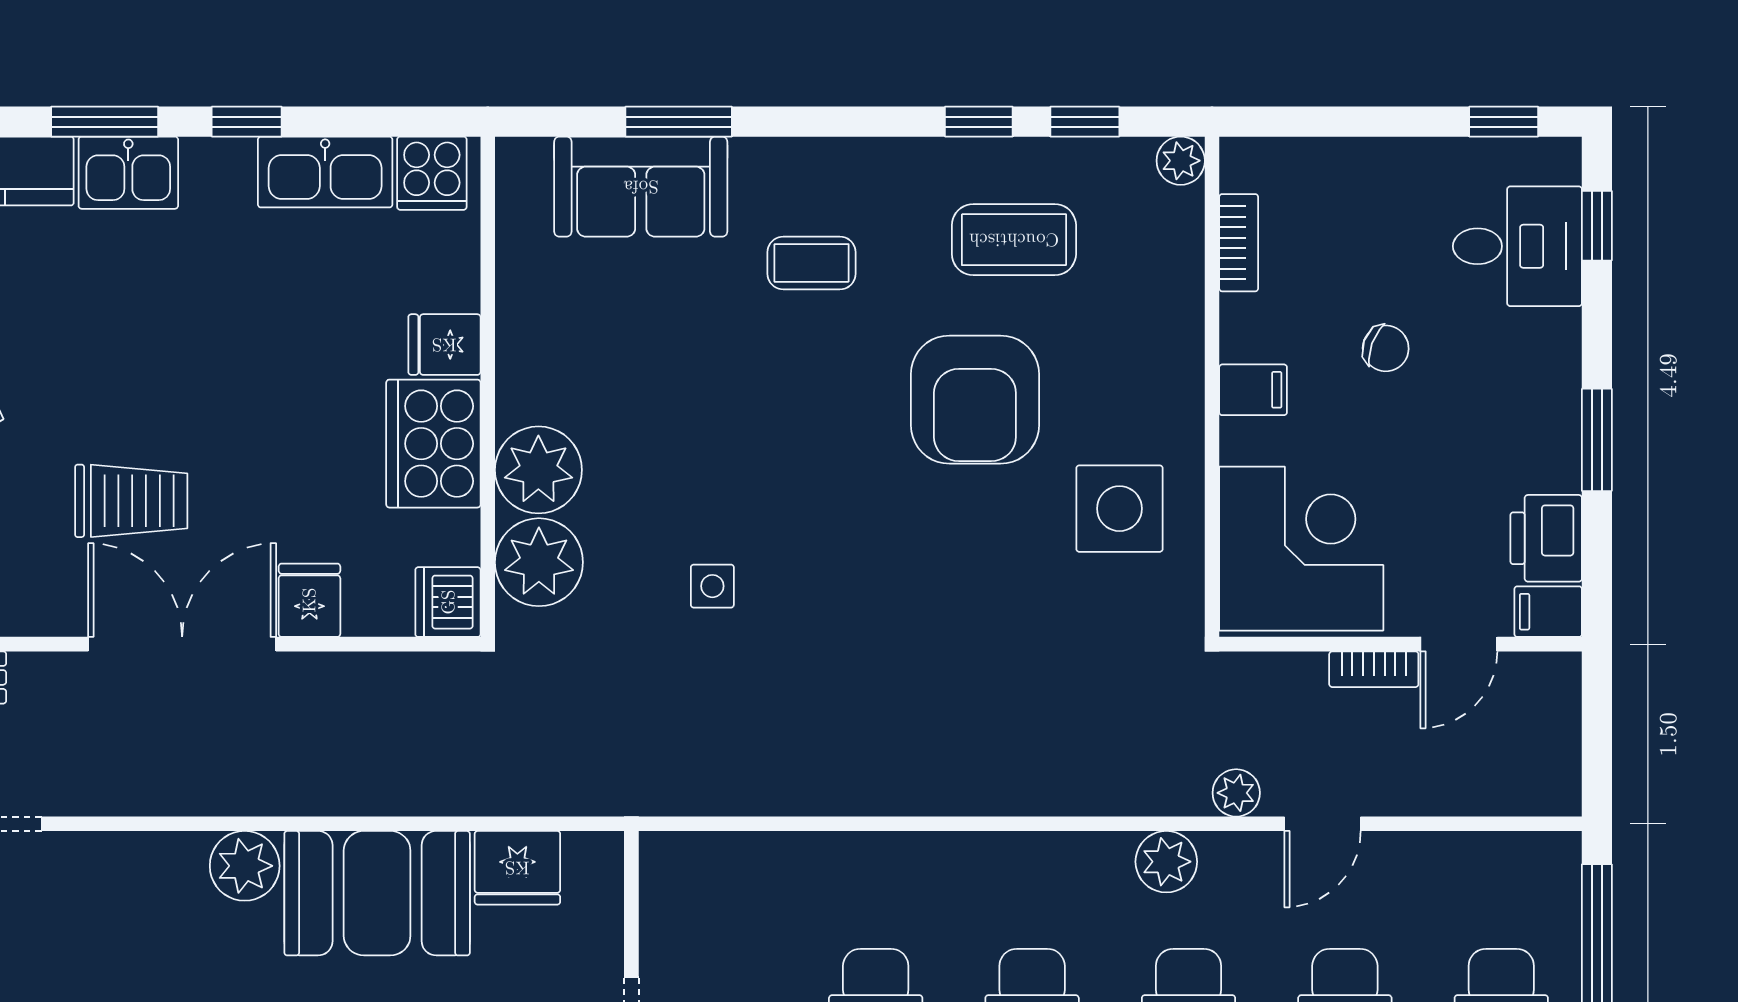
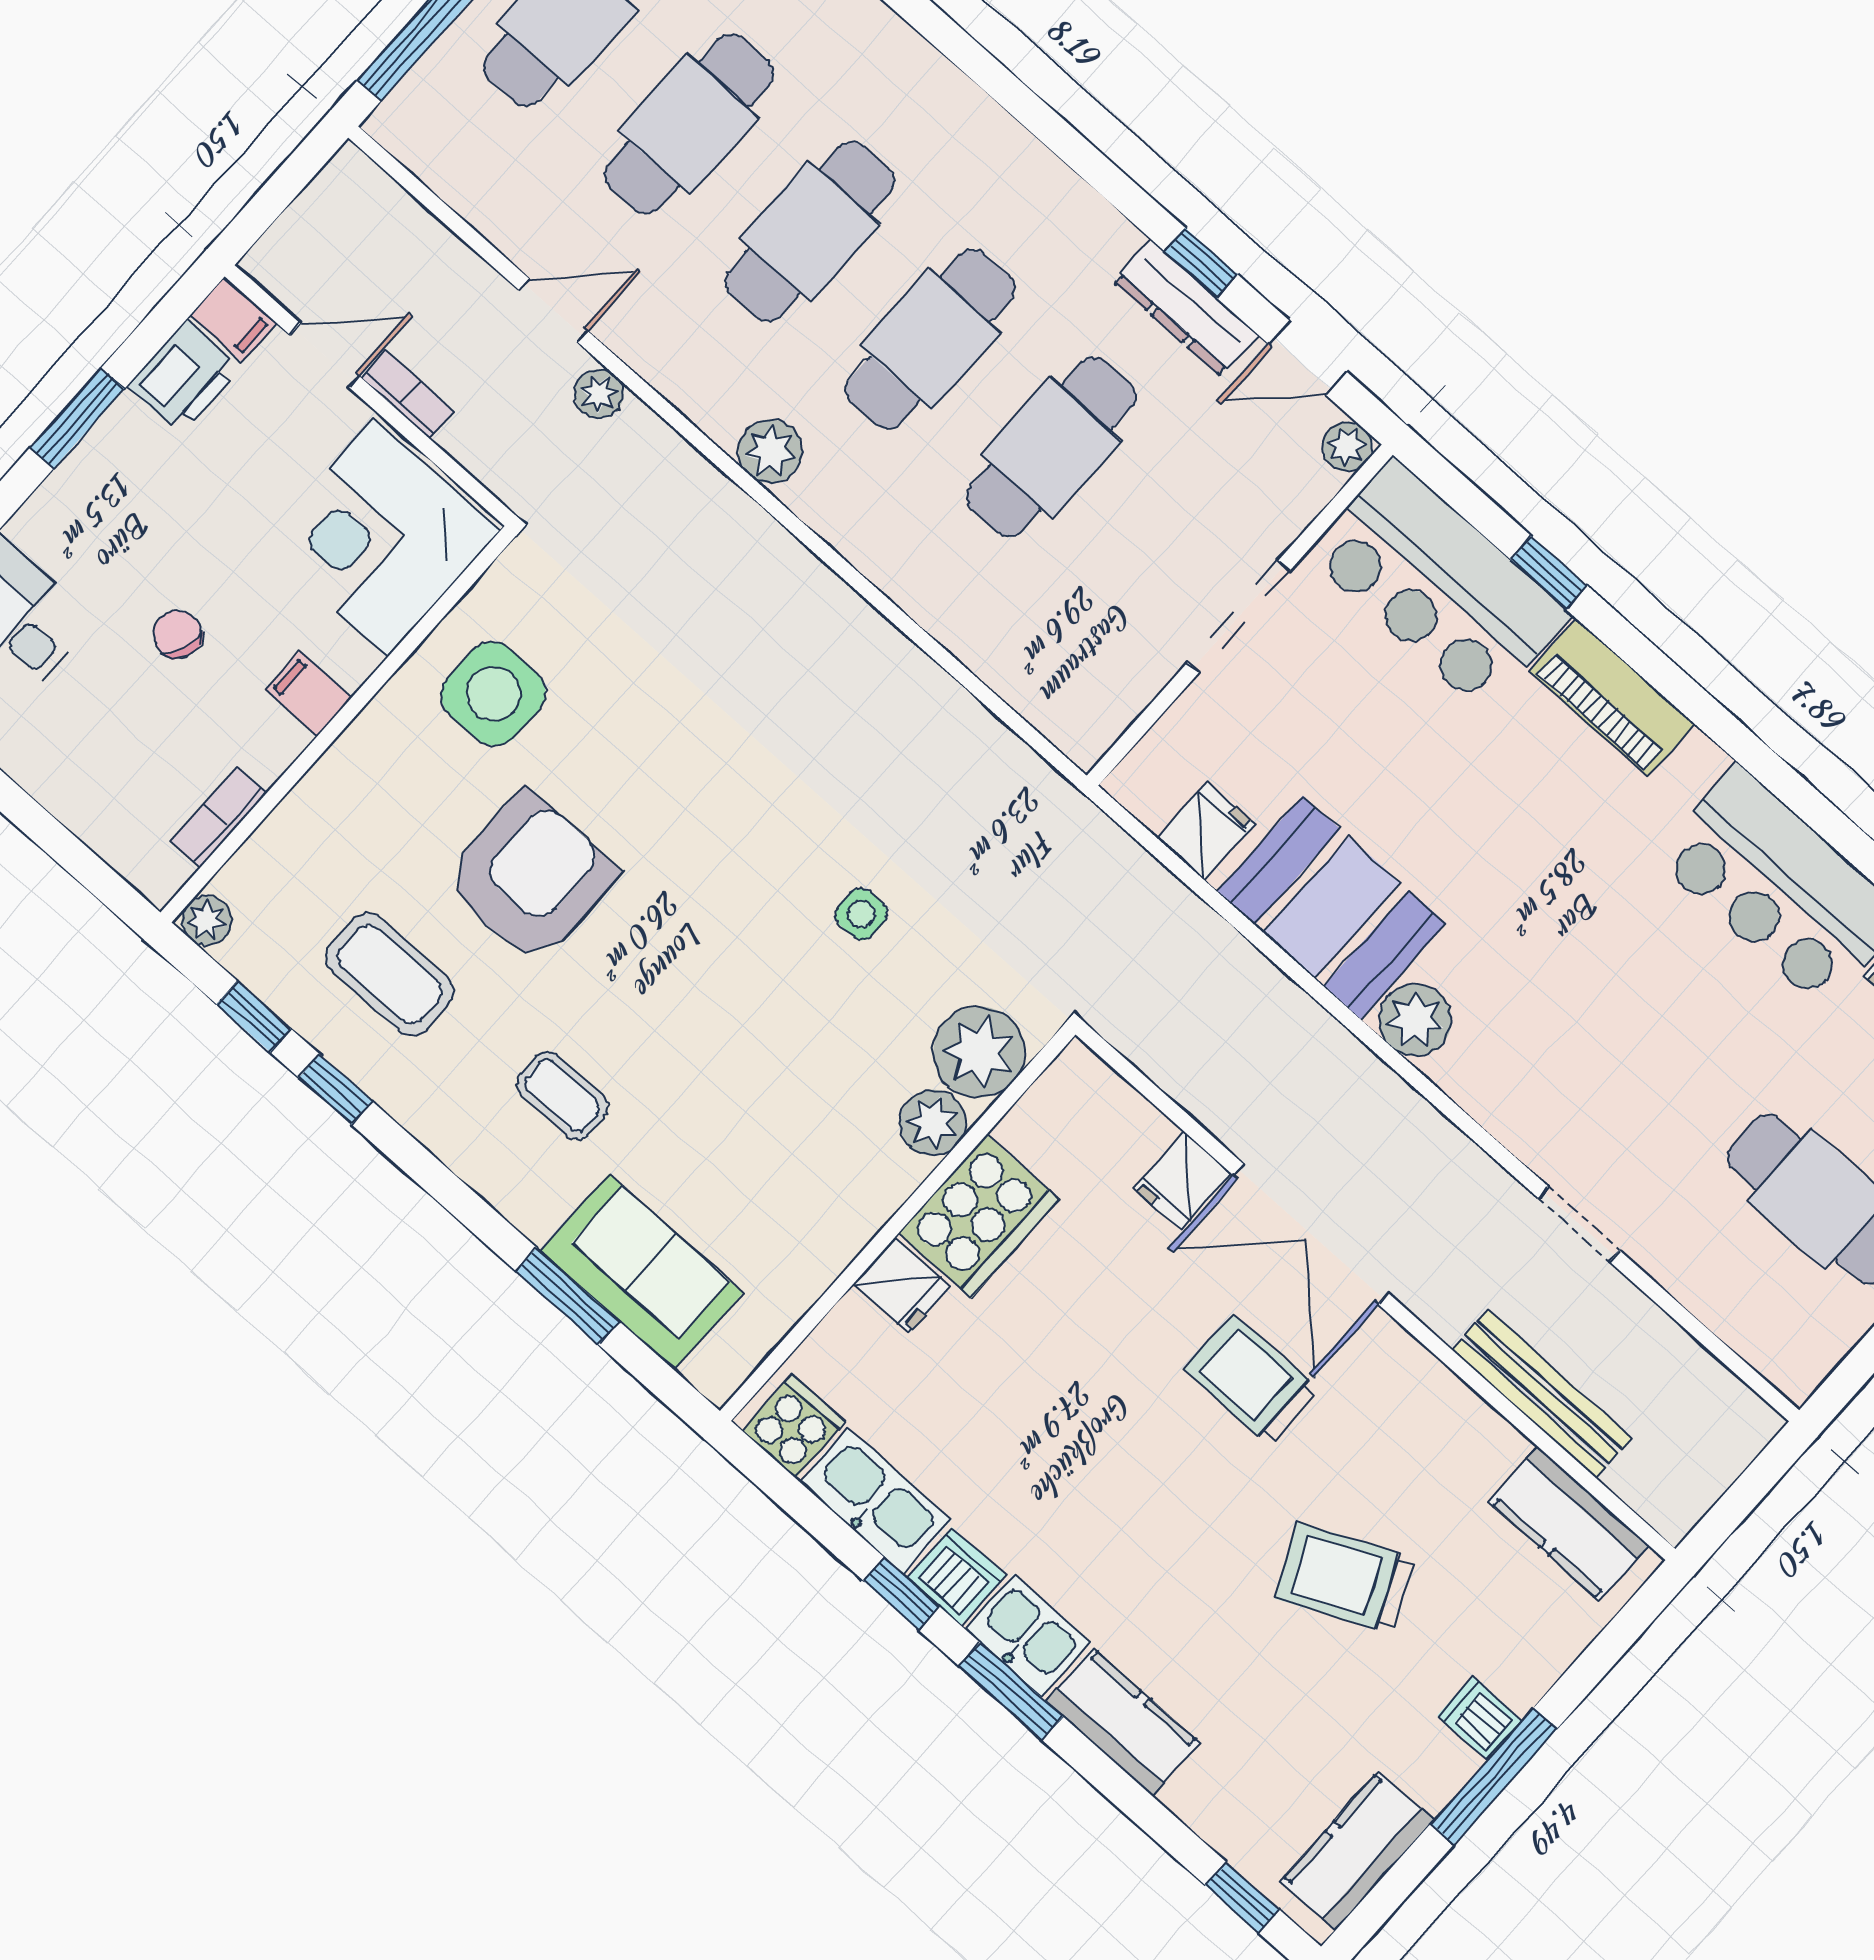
plant: (538, 470) -> (933, 1123), width x0.73, depth x0.73
dishwasher: (448, 602) -> (956, 1576), moved, turned -90
plant: (1166, 862) -> (770, 451), moved
fridge: (517, 868) -> (1206, 831), width x0.72

